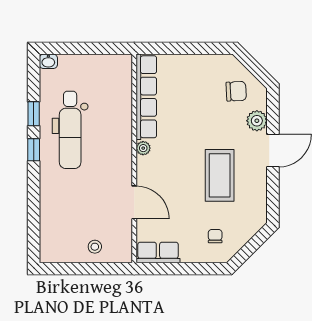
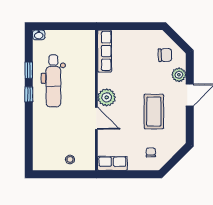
row of seats: (146, 97) -> (105, 51), width x0.73
plant: (143, 148) -> (107, 97), width x1.88, depth x1.88
door: (134, 202) -> (96, 118), moved

